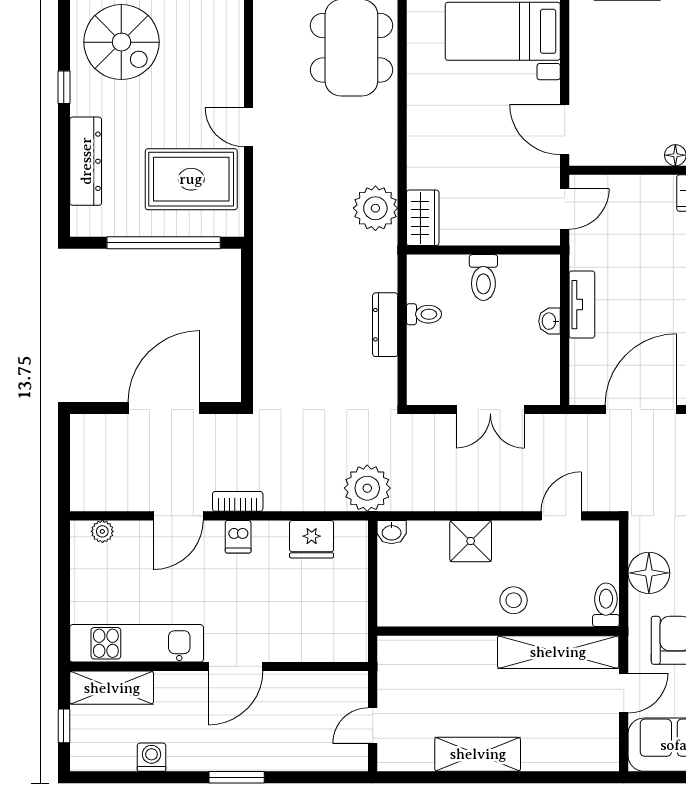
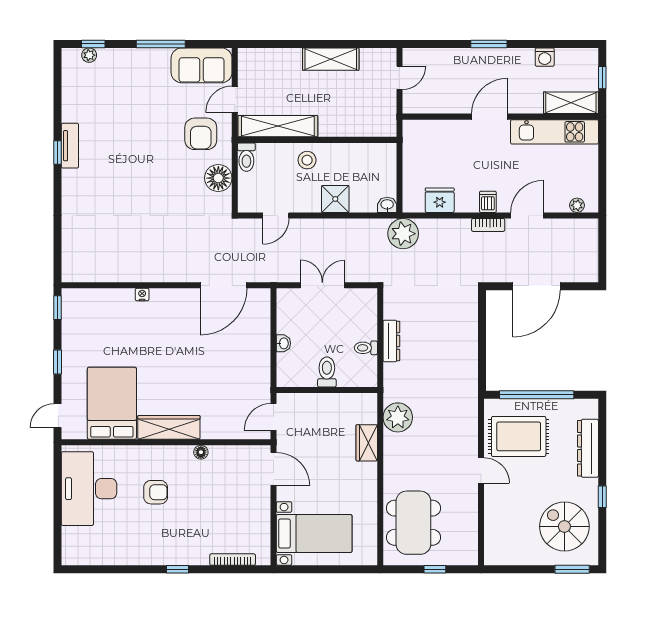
wardrobe: (423, 218) -> (367, 443), moved
tv unit: (582, 305) -> (262, 354), removed

